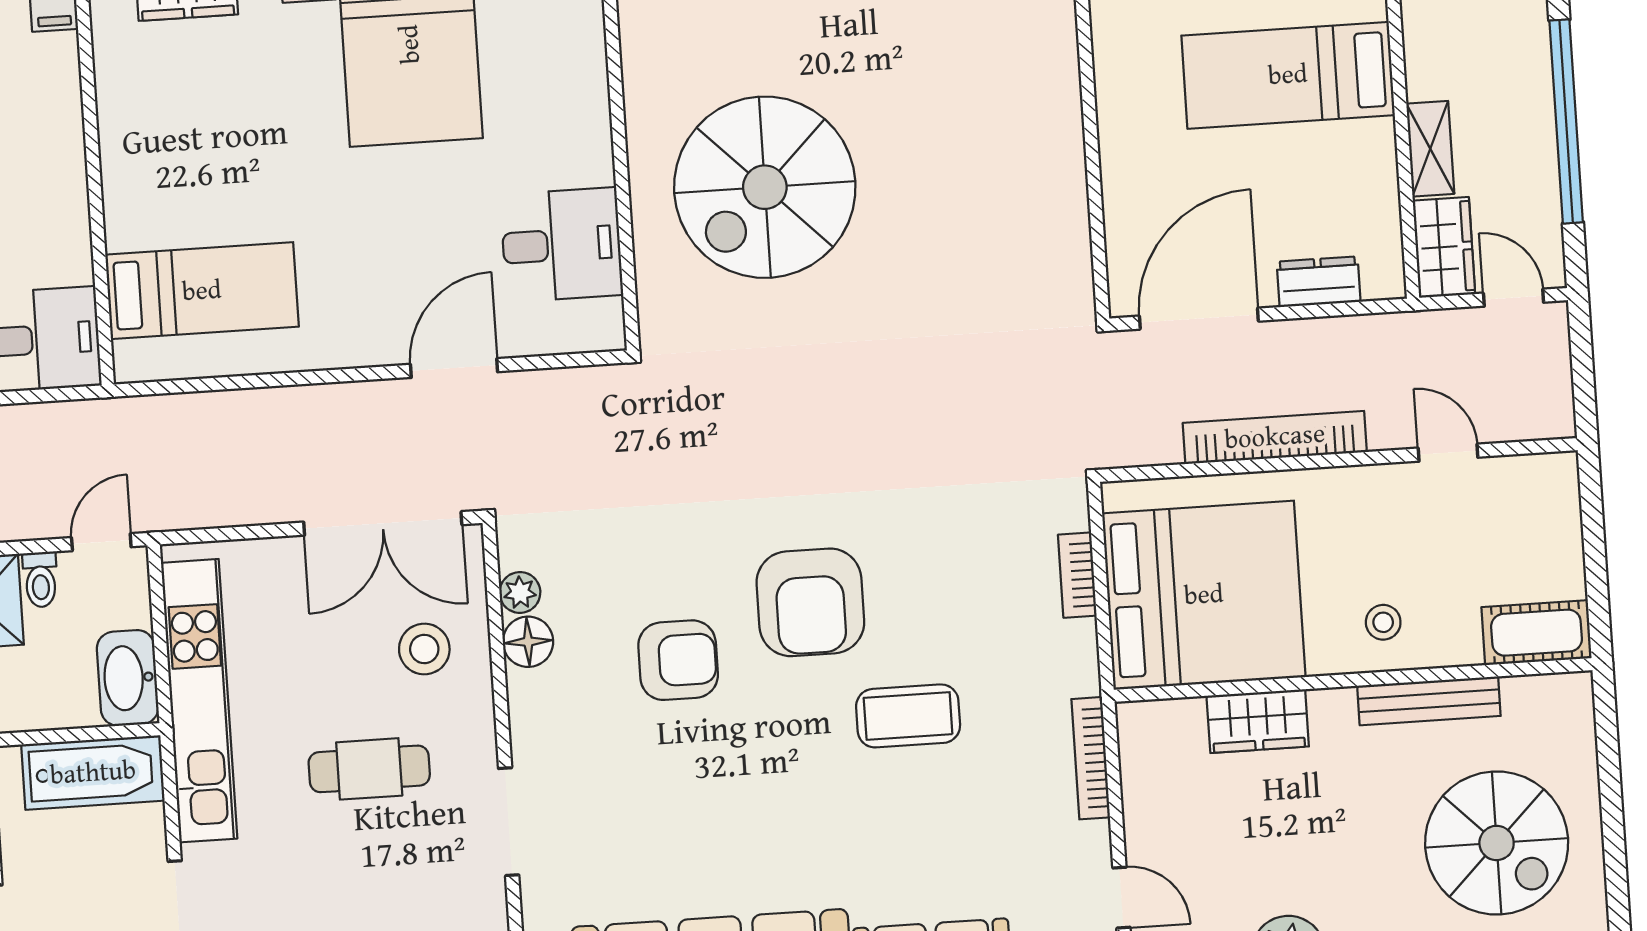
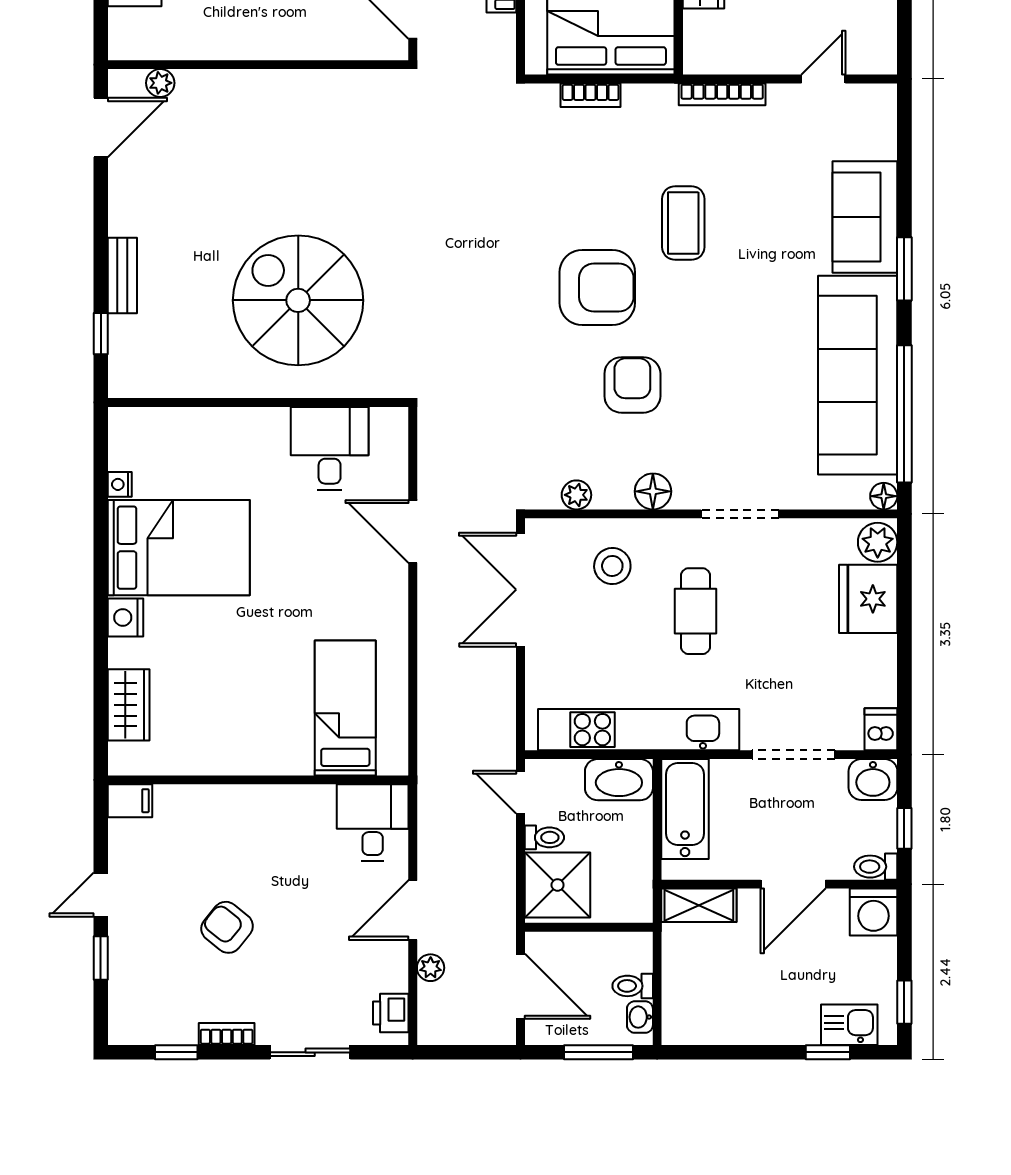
spiral stairs: (765, 187) -> (298, 300), turned 180
double door: (383, 523) -> (521, 590), swing flipped
floor lamp: (528, 642) -> (653, 491), moved

